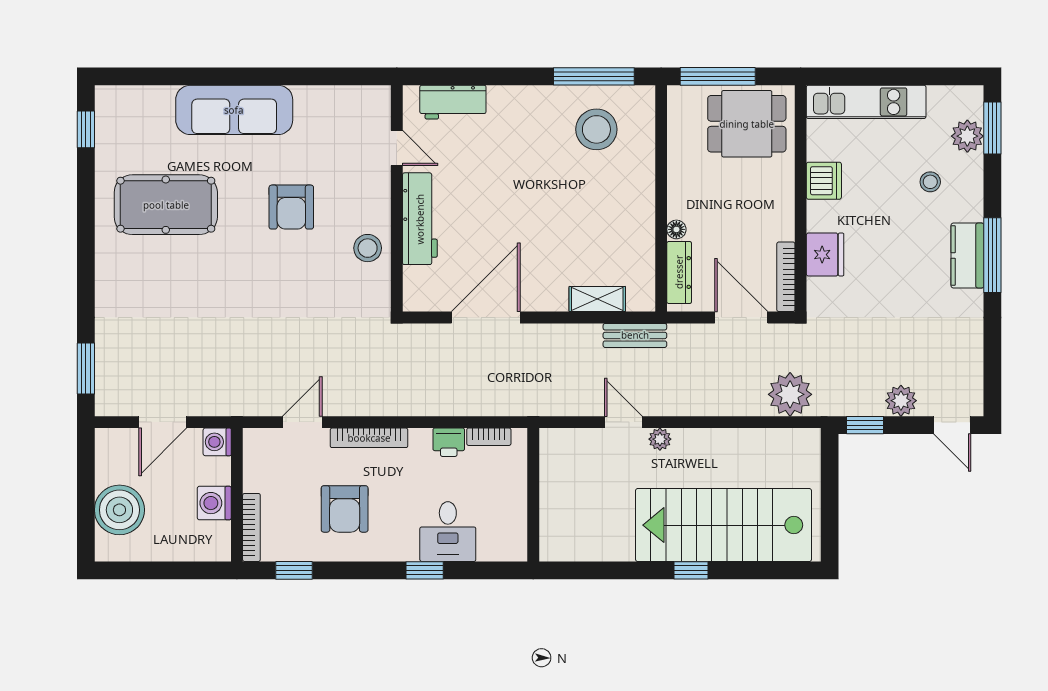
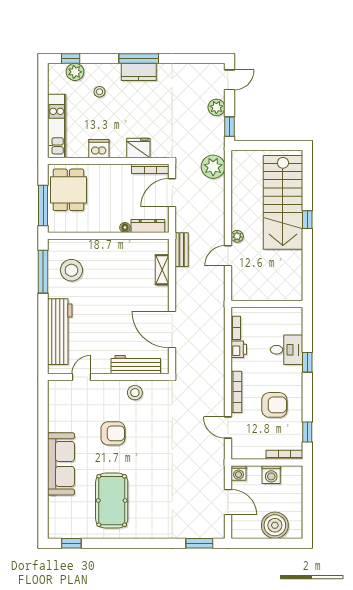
workbench: (453, 102) -> (60, 332), width x1.88, depth x1.32
window: (992, 128) -> (71, 59), width x0.67
workbench: (420, 219) -> (136, 365), moved

